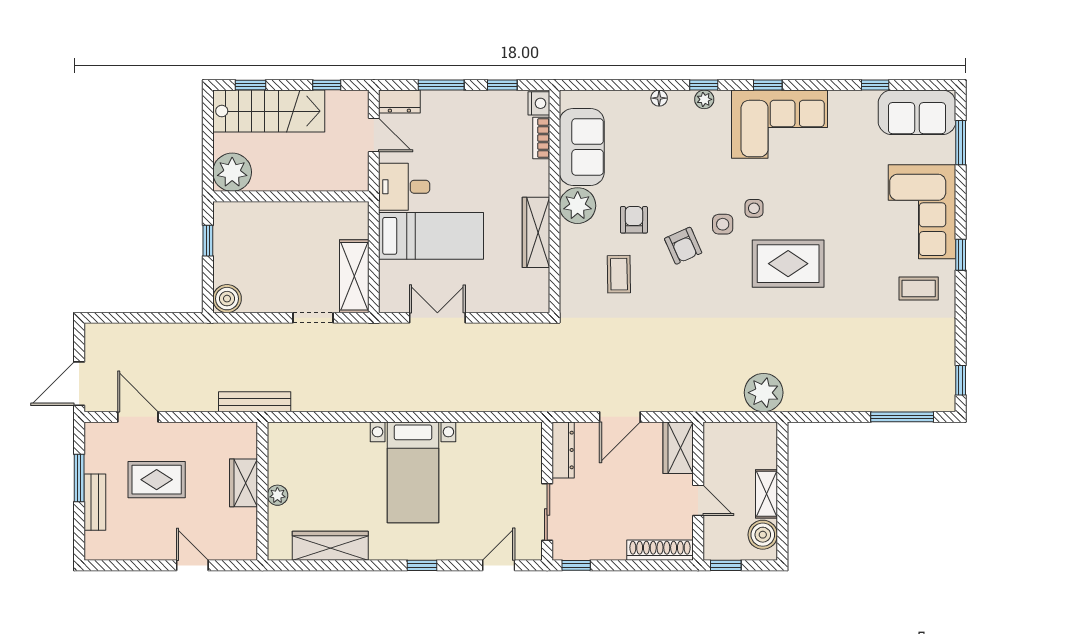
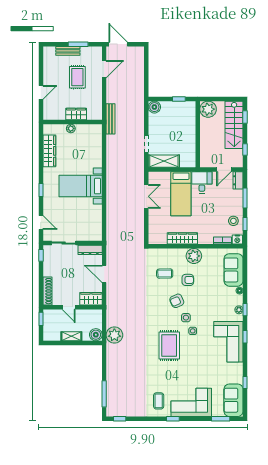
stool: (495, 113) -> (233, 221), added
sofa: (582, 147) -> (234, 270), moved, turned 90
door: (698, 500) -> (69, 307), hinge flipped
boiler: (763, 535) -> (96, 335), moved

